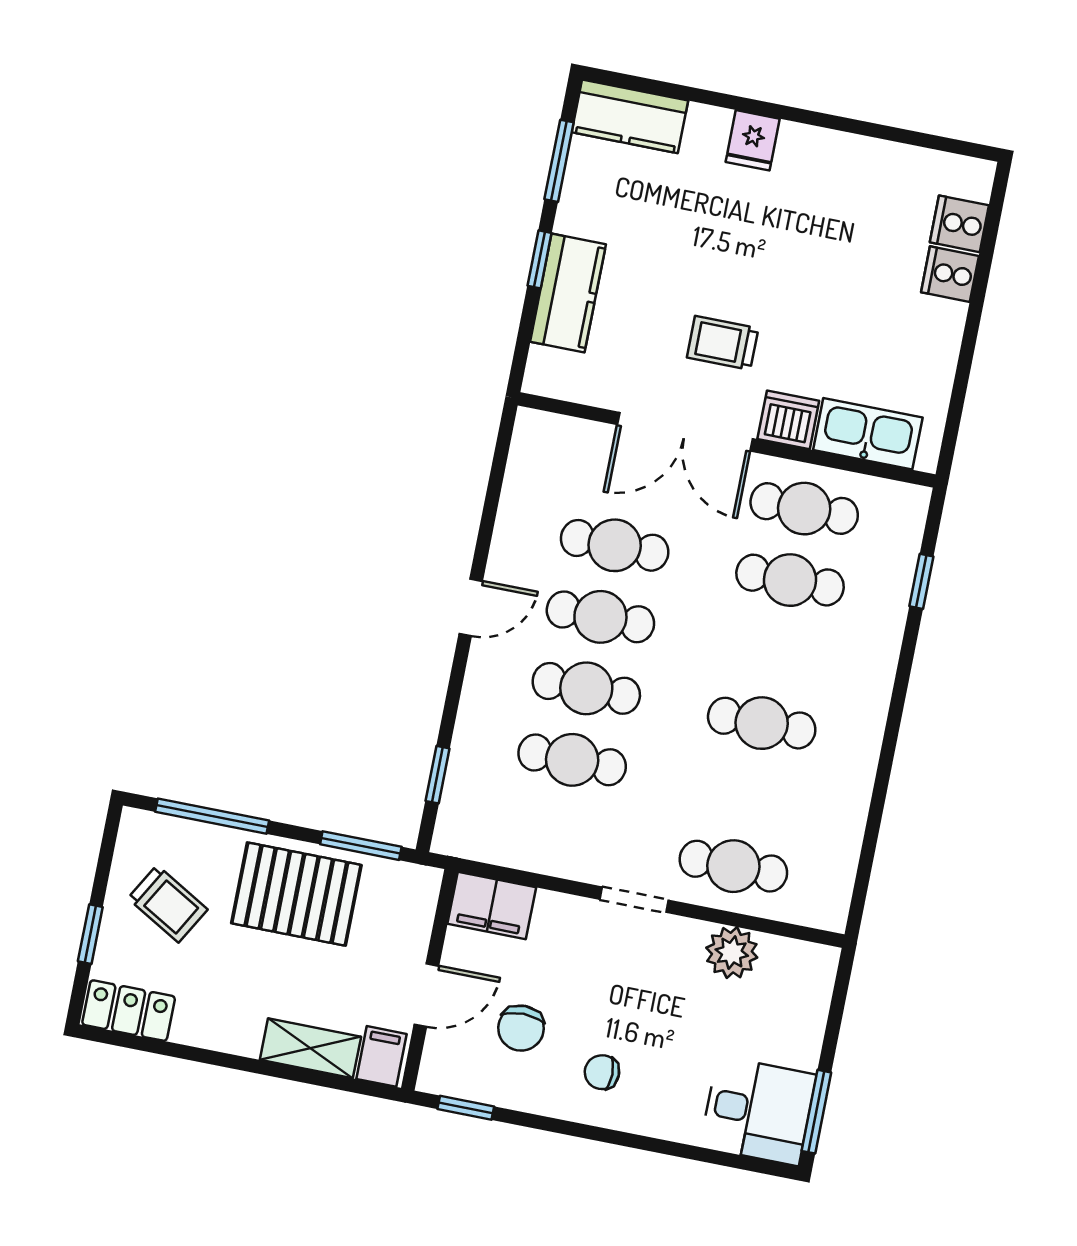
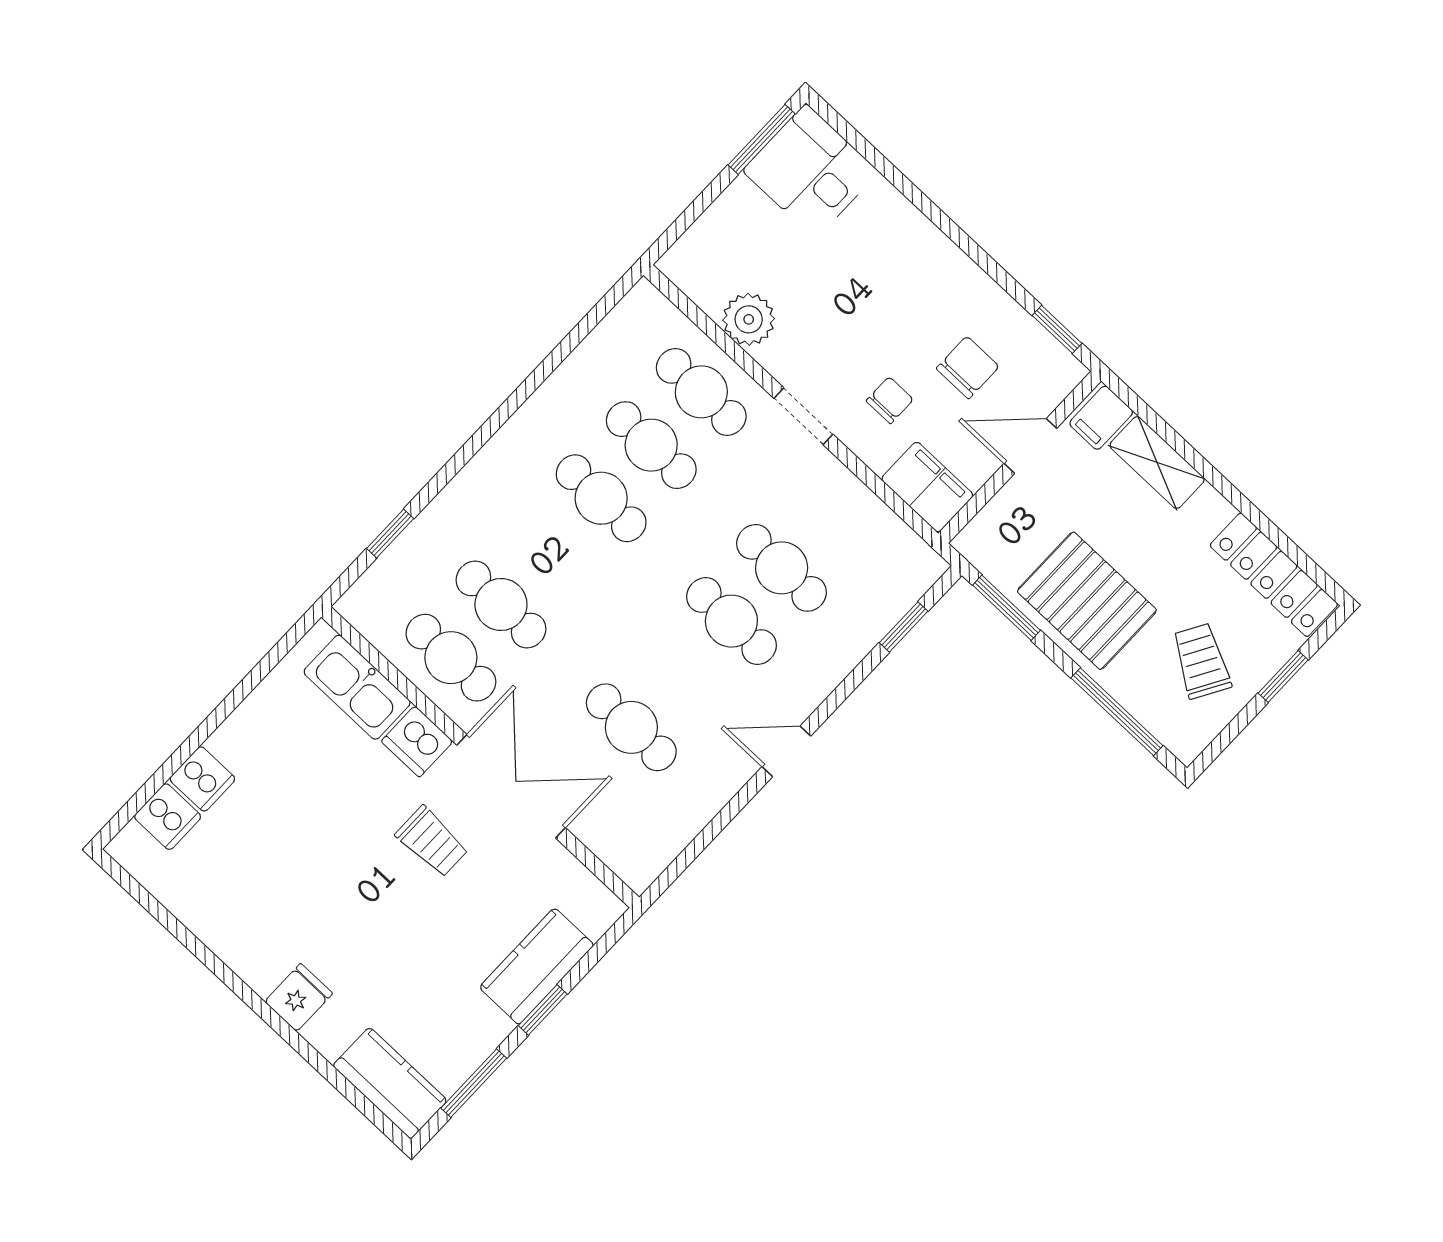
cafe table: (600, 617) -> (651, 445), moved
locker: (129, 1011) -> (1274, 575), width x1.53
chair: (602, 1072) -> (890, 400), moved, turned -90

